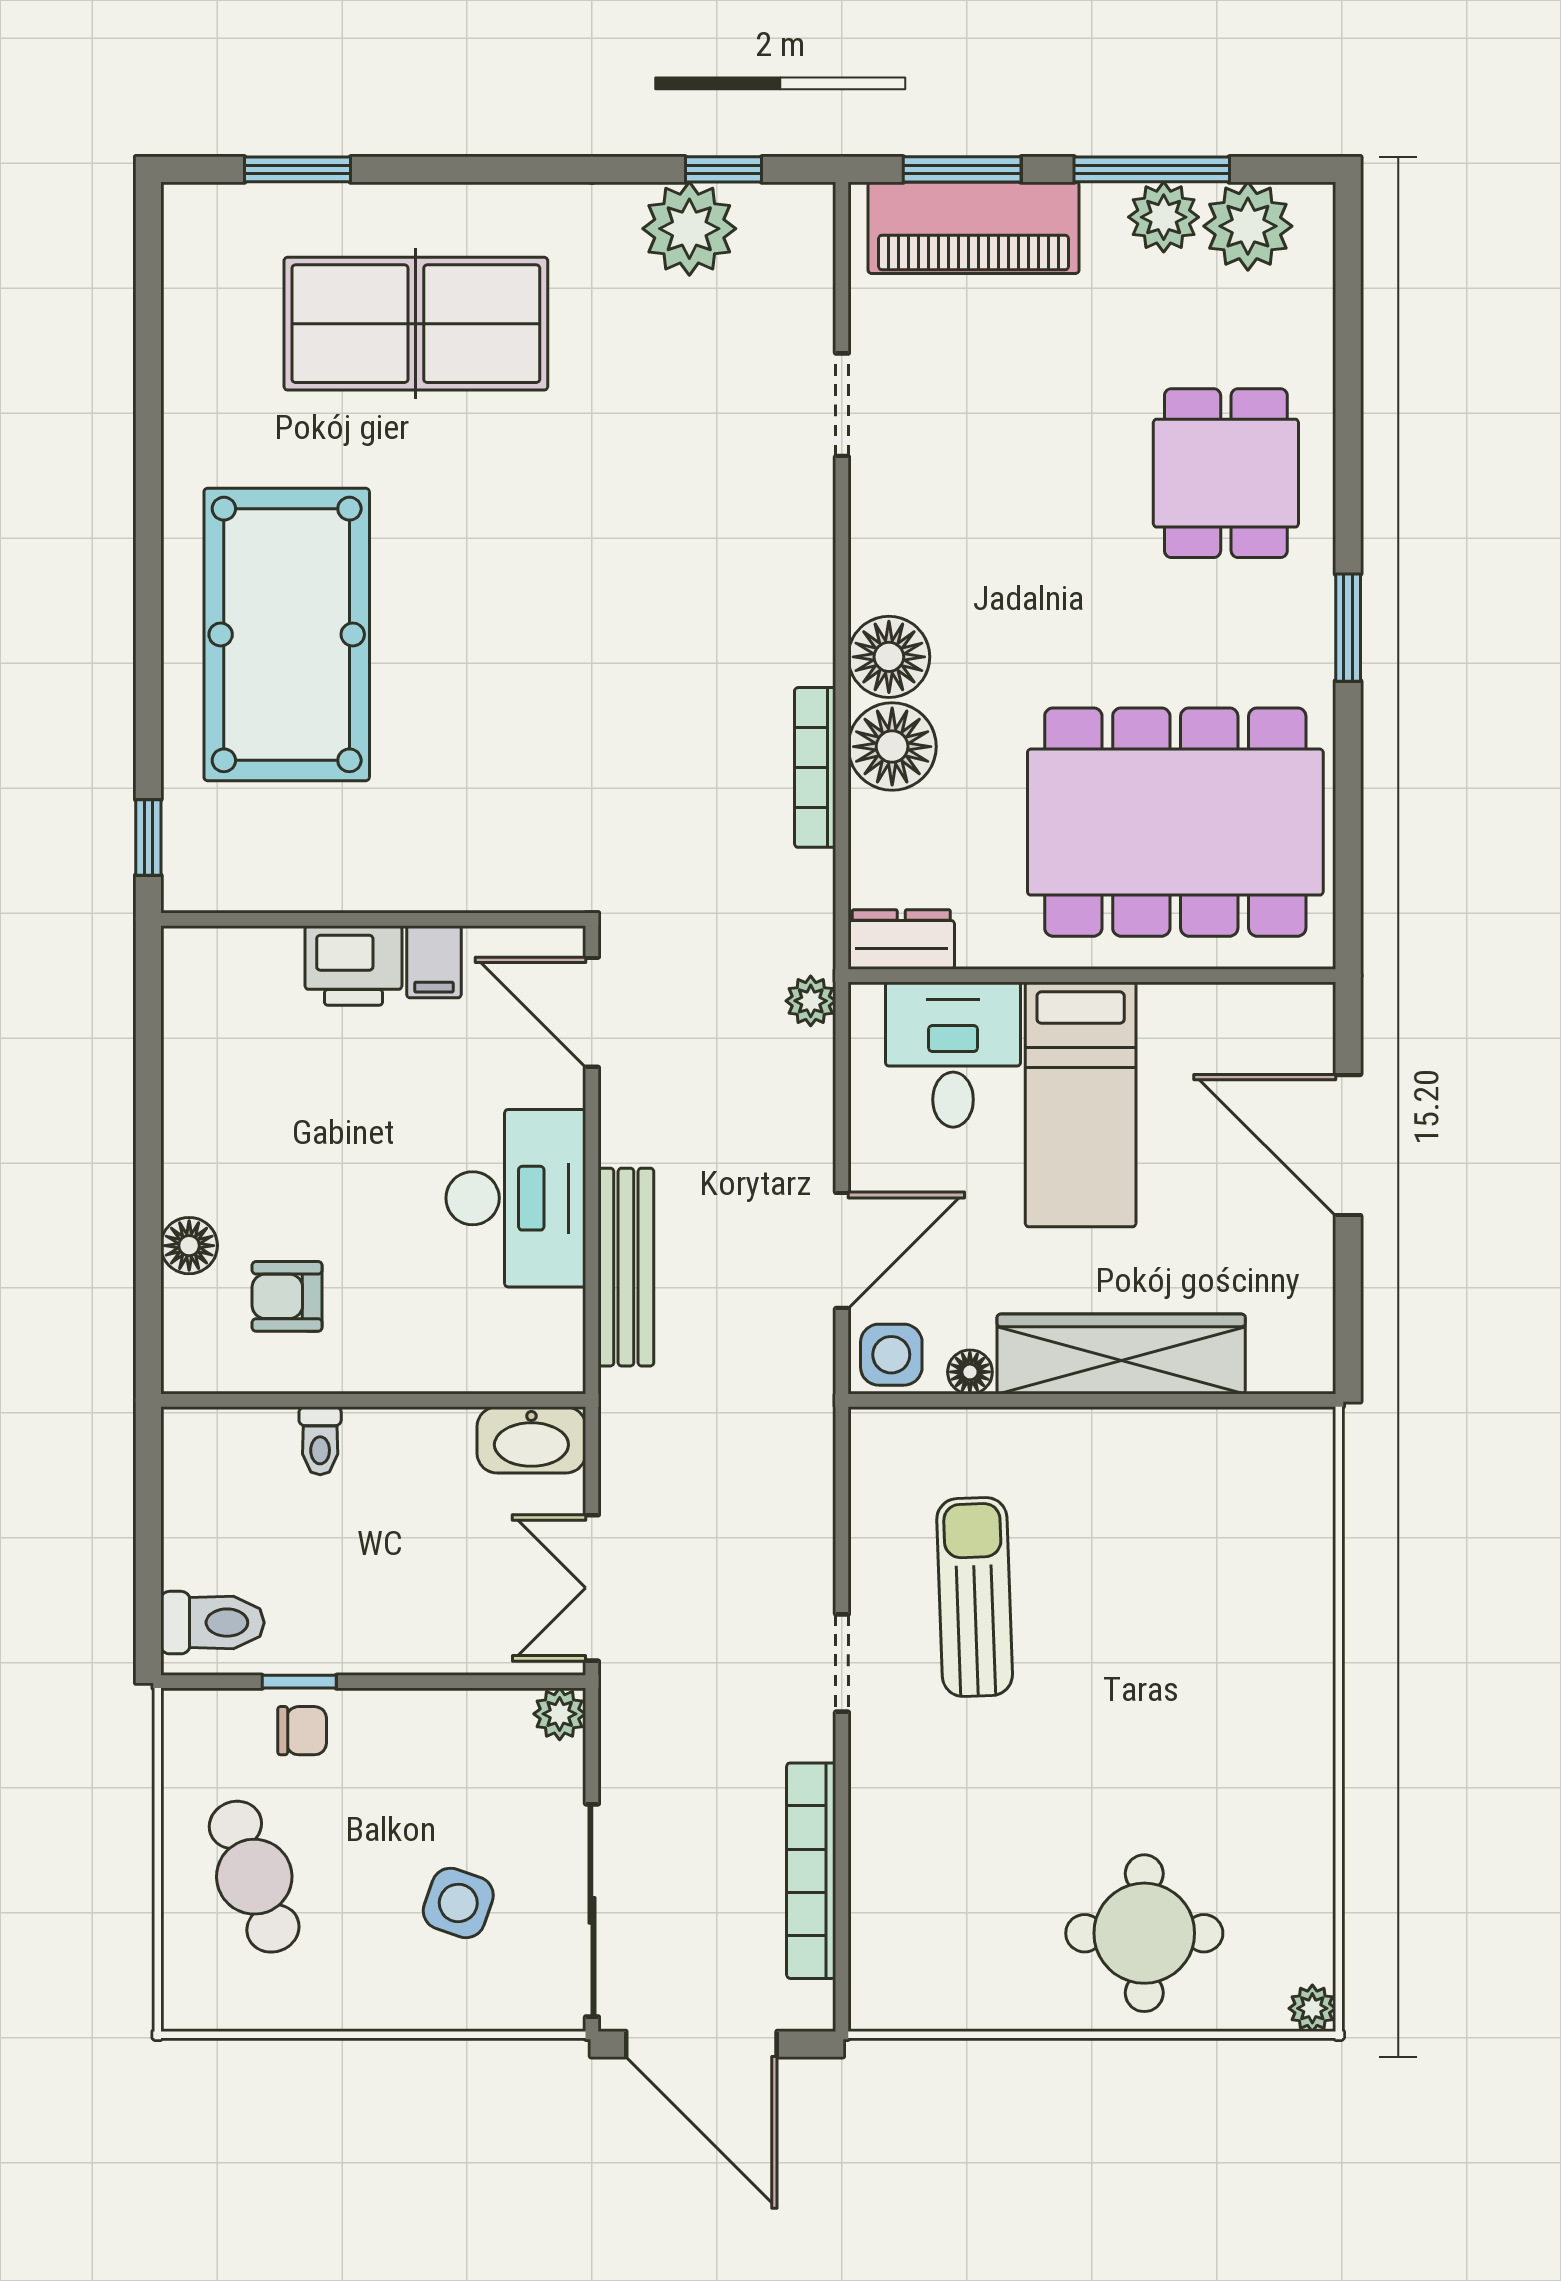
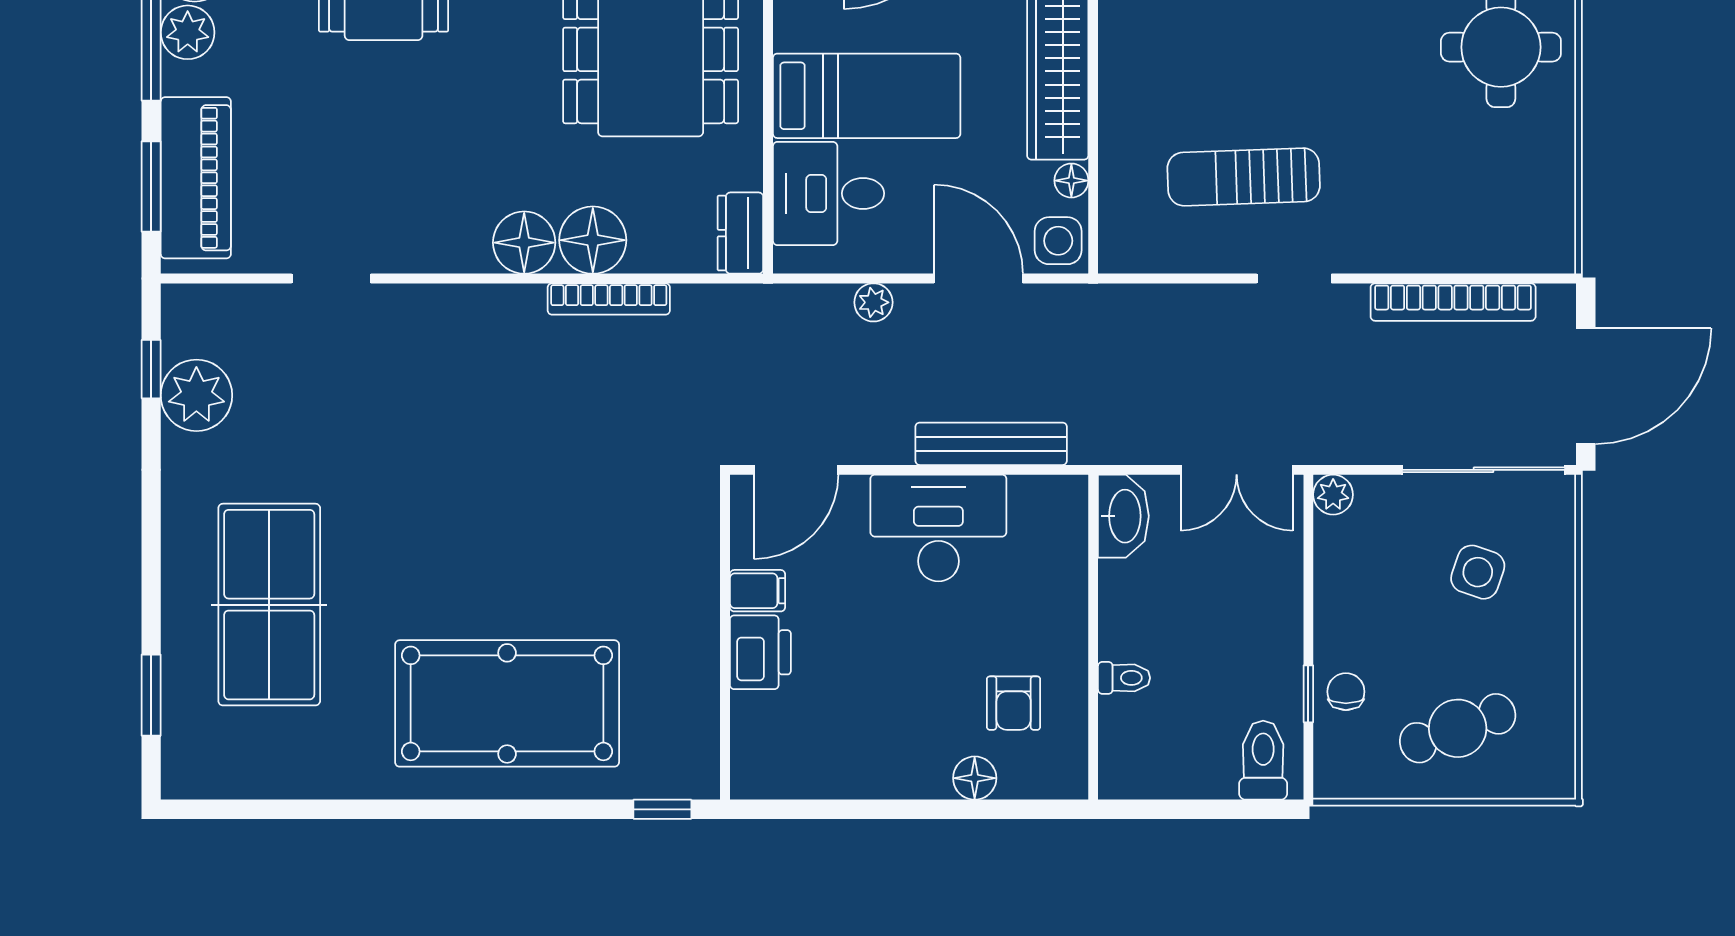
plant: (811, 1001) -> (873, 302), moved

